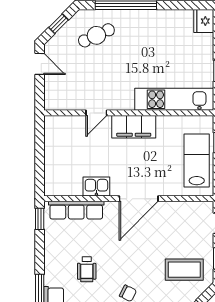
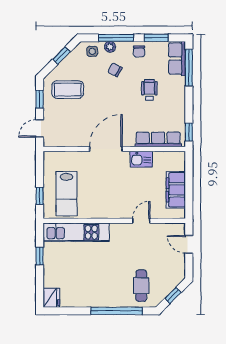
cafe table: (96, 35) -> (141, 286), turned -65
door: (40, 64) -> (189, 244), moved
filing cabinet: (134, 127) -> (176, 190), moved, turned -90
lab bench: (197, 160) -> (66, 194), moved

